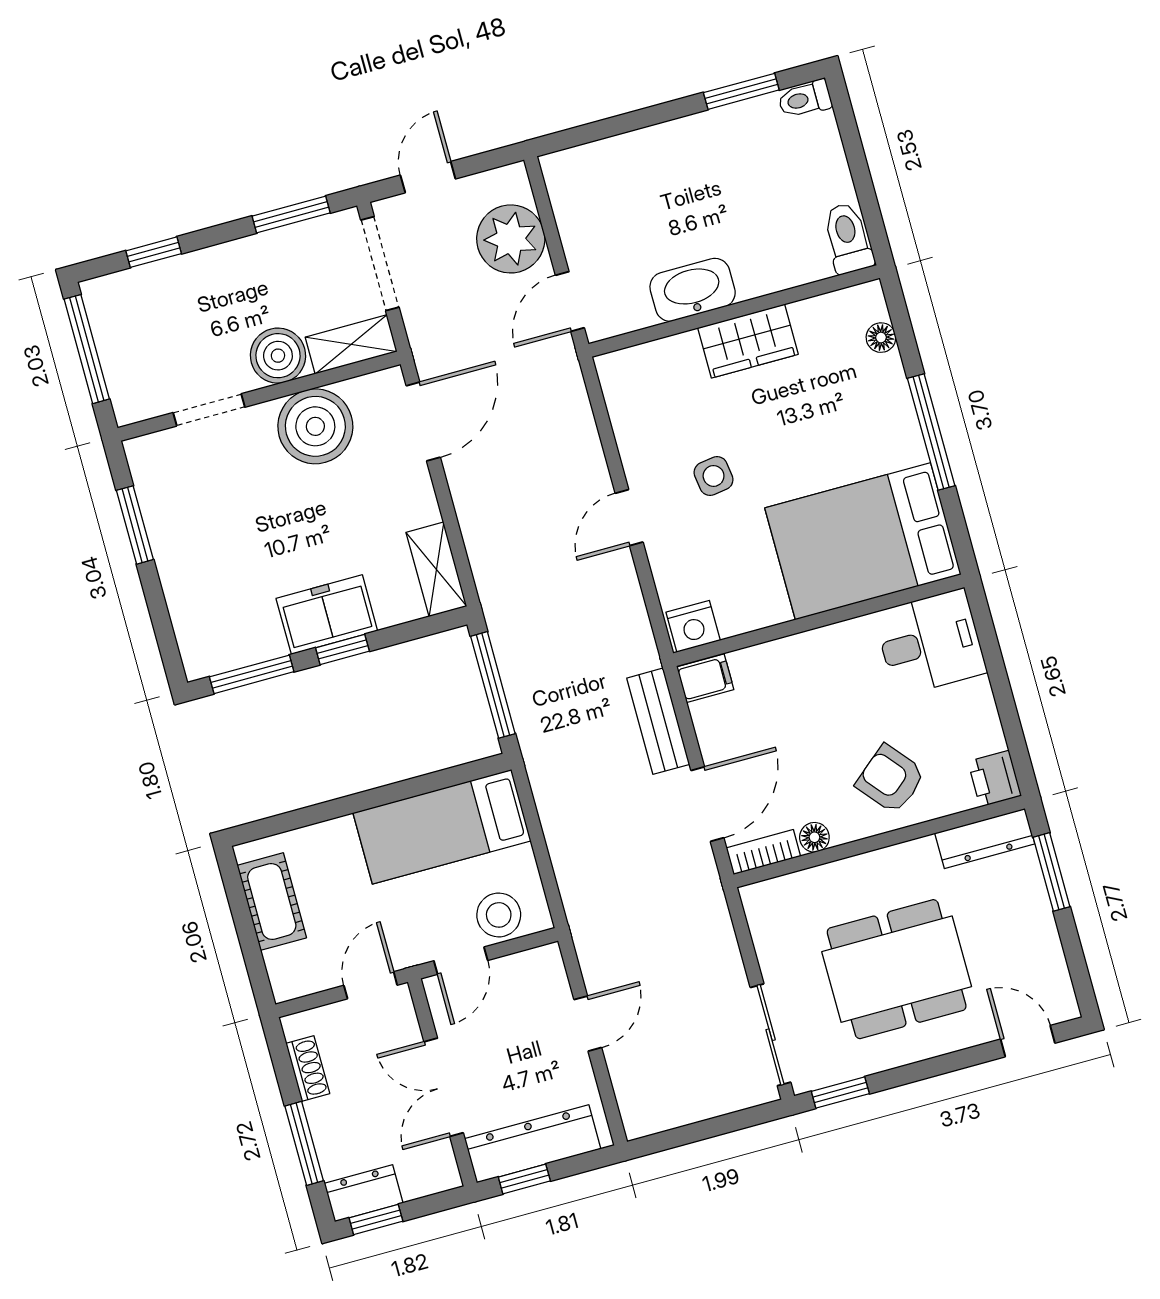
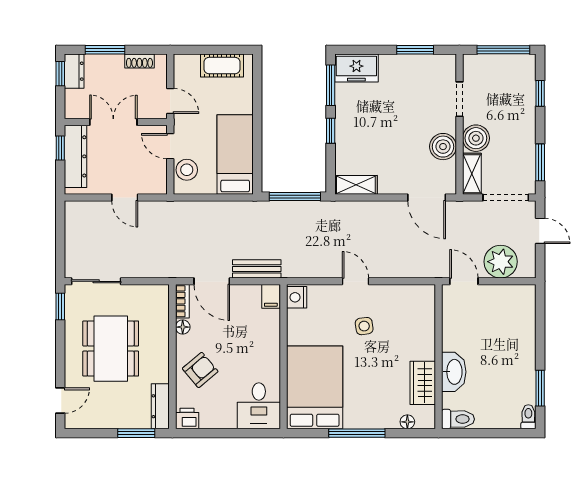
washbasin: (693, 290) -> (454, 372), moved
wardrobe: (748, 341) -> (423, 383), moved
boiler: (315, 426) -> (443, 147), width x0.73, depth x0.73
freezer: (327, 615) -> (356, 68), moved, turned 90

